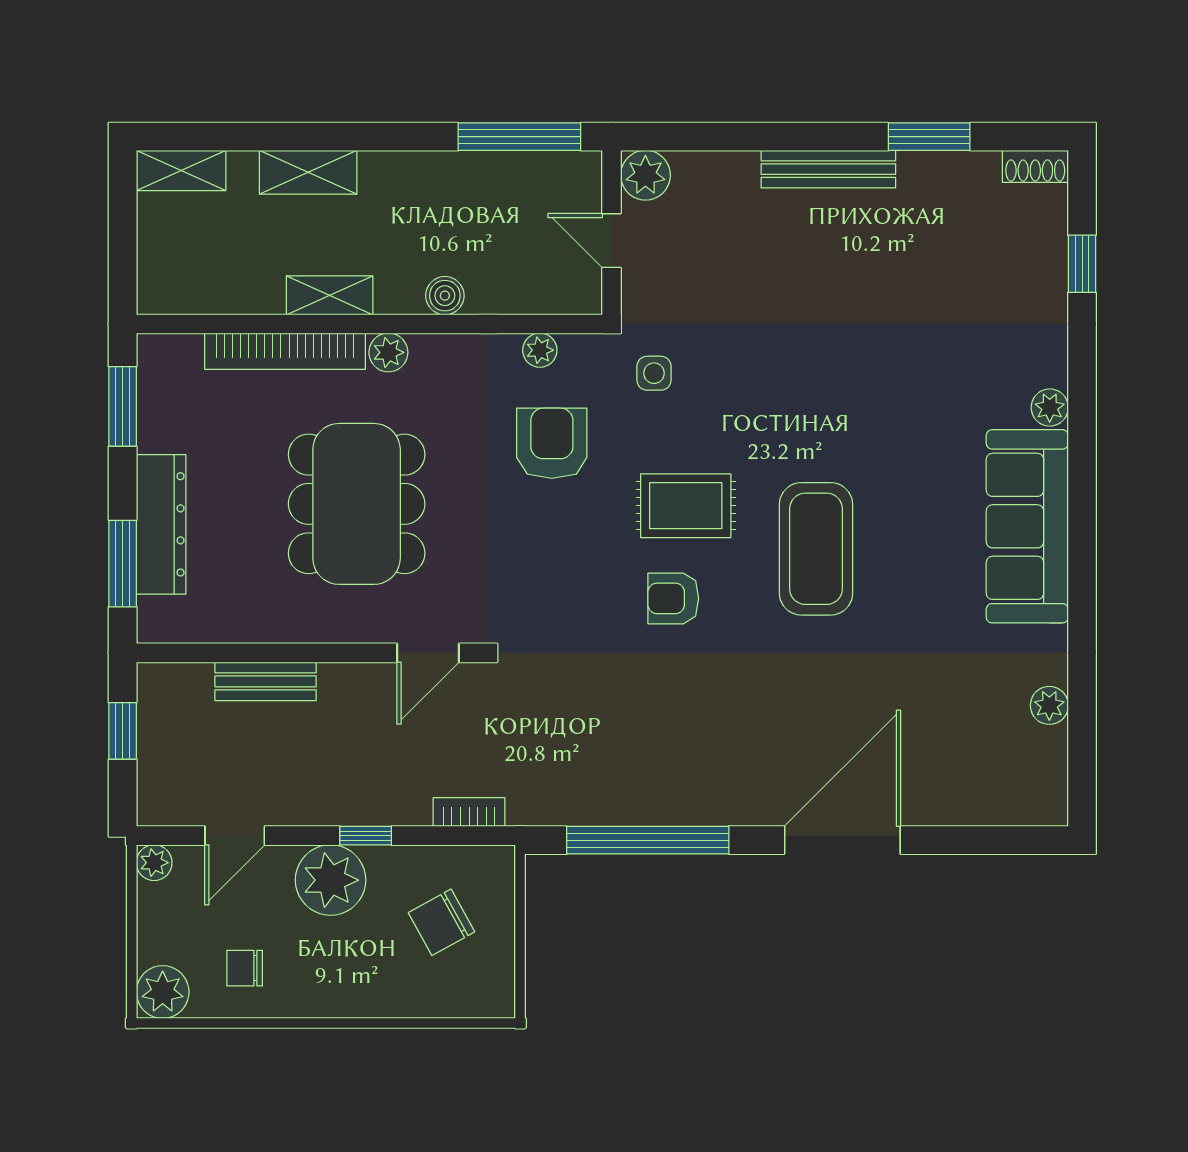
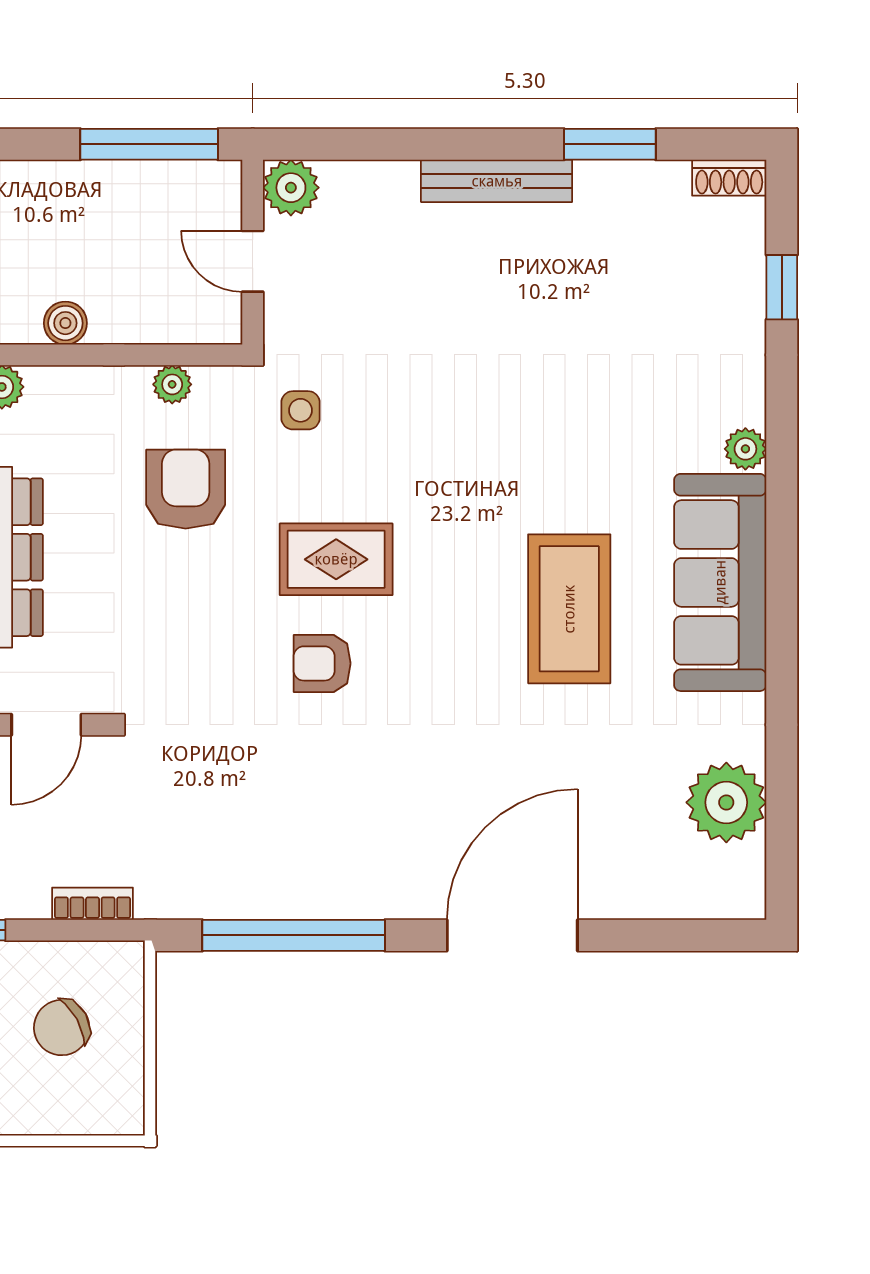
coffee table: (816, 549) -> (569, 609), moved
plant: (1049, 705) -> (726, 802), width x1.88, depth x1.88

